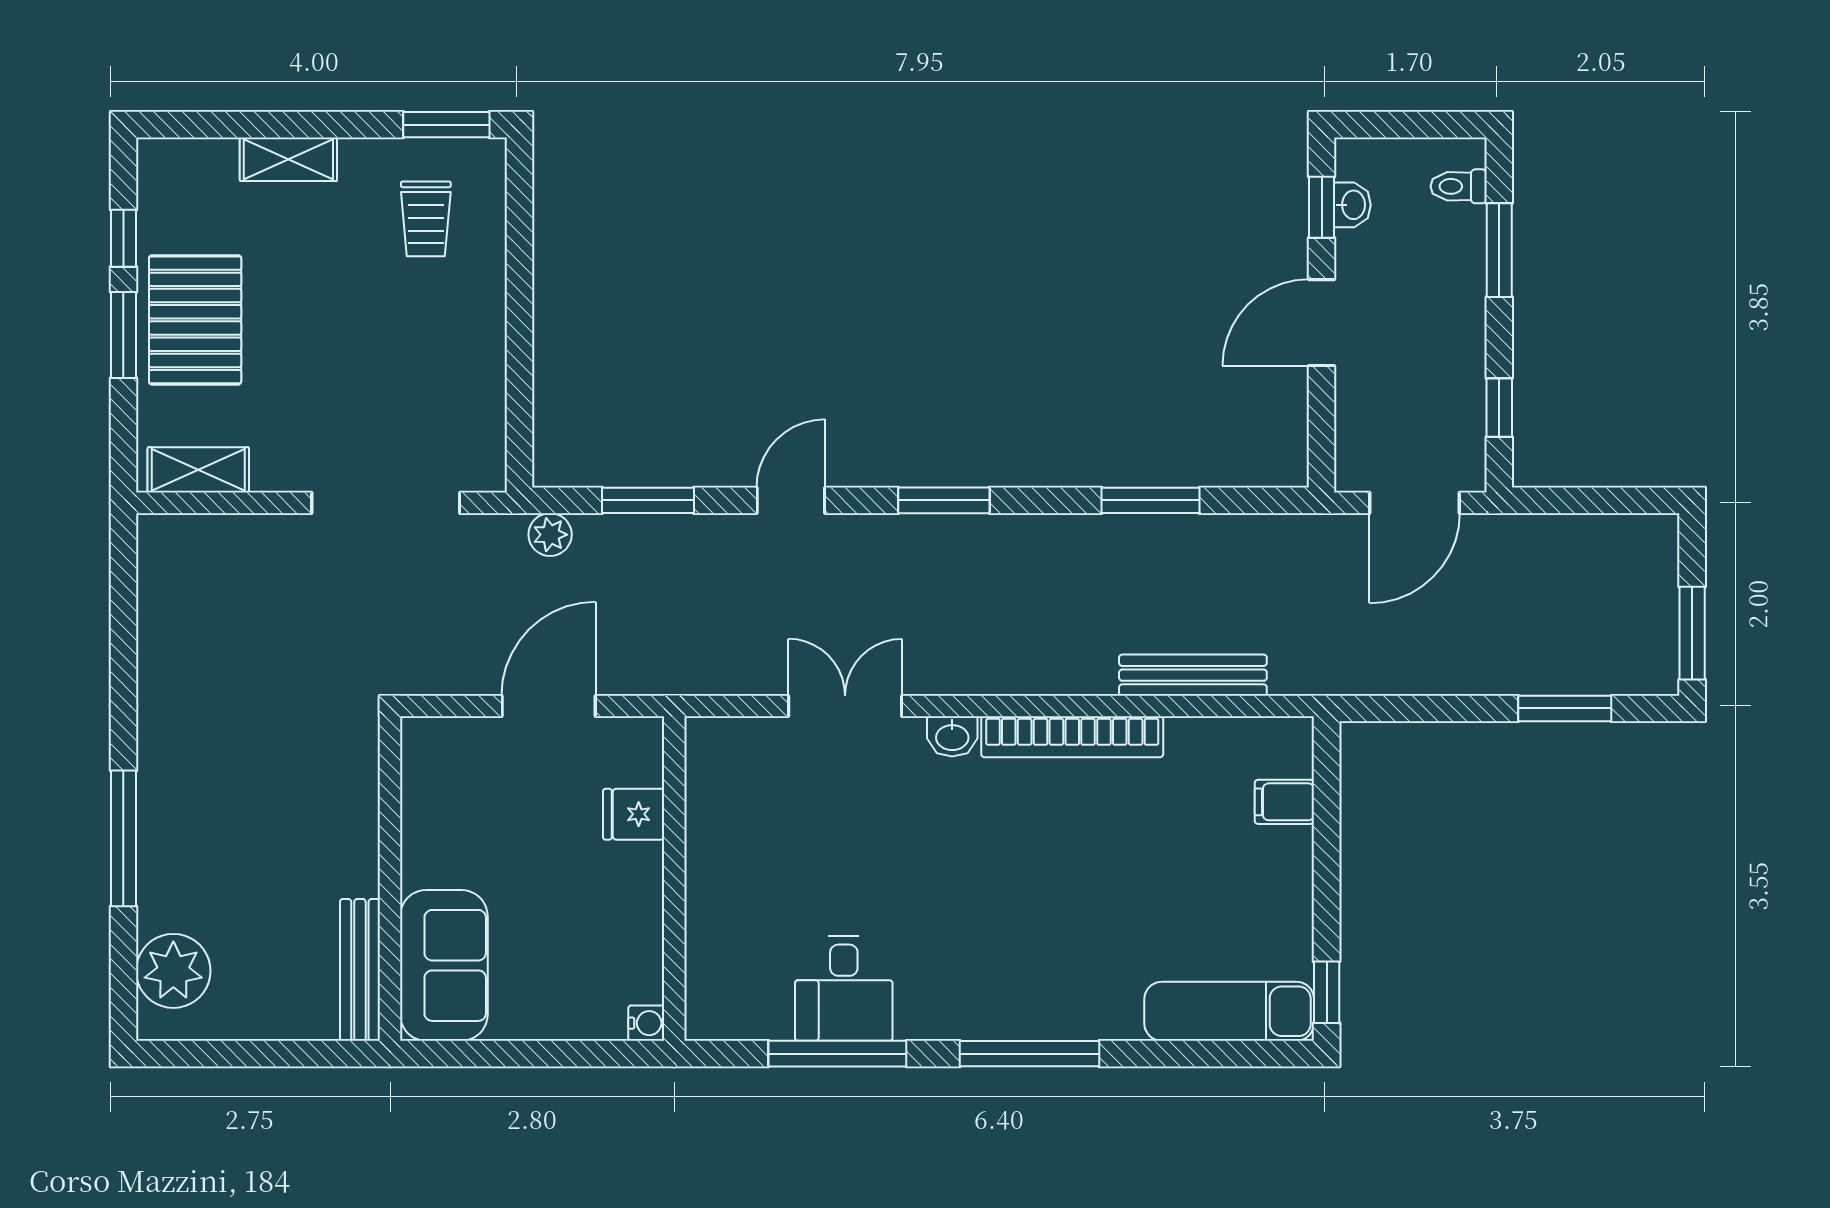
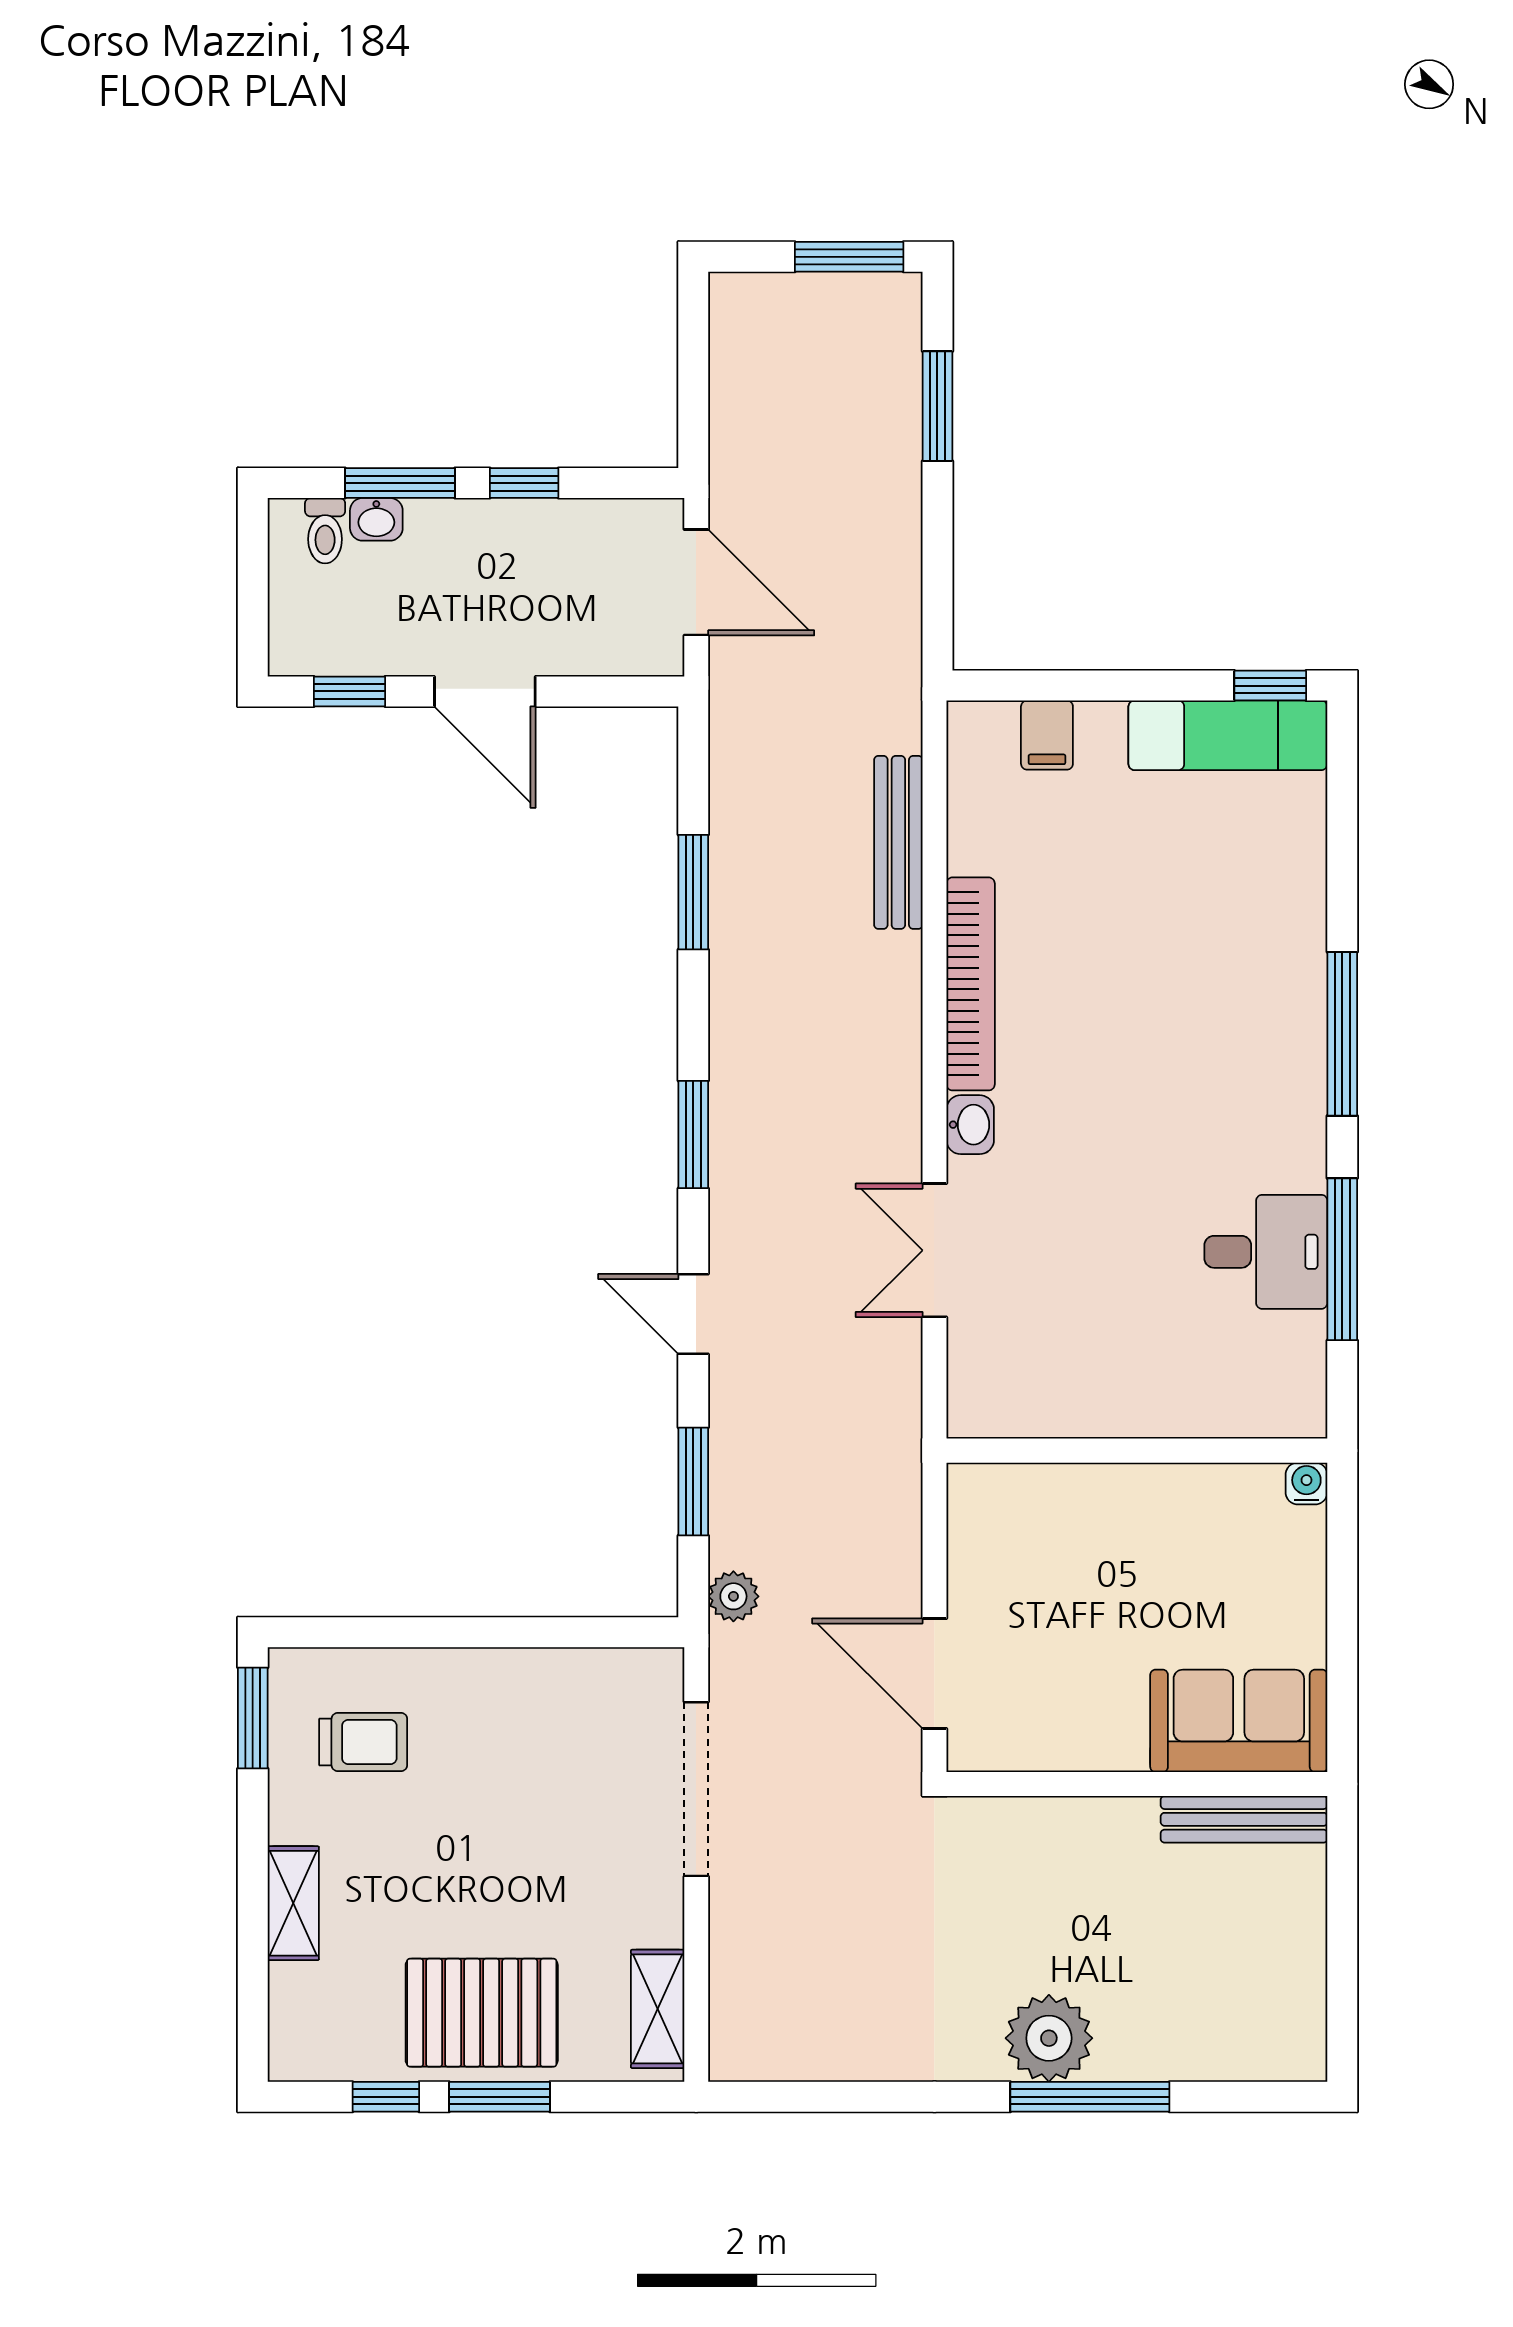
washbasin: (1352, 205) -> (376, 519), moved, turned 180
window: (1499, 408) -> (524, 483), moved
door: (549, 706) -> (934, 1673), moved
fridge: (634, 814) -> (1061, 1498), removed
plant: (173, 971) -> (1049, 2038), moved
exam couch: (1229, 1011) -> (1228, 735), moved, turned -90

